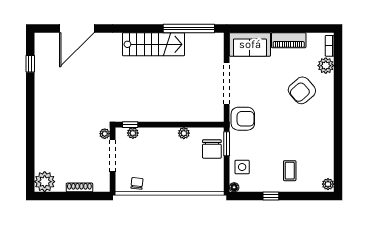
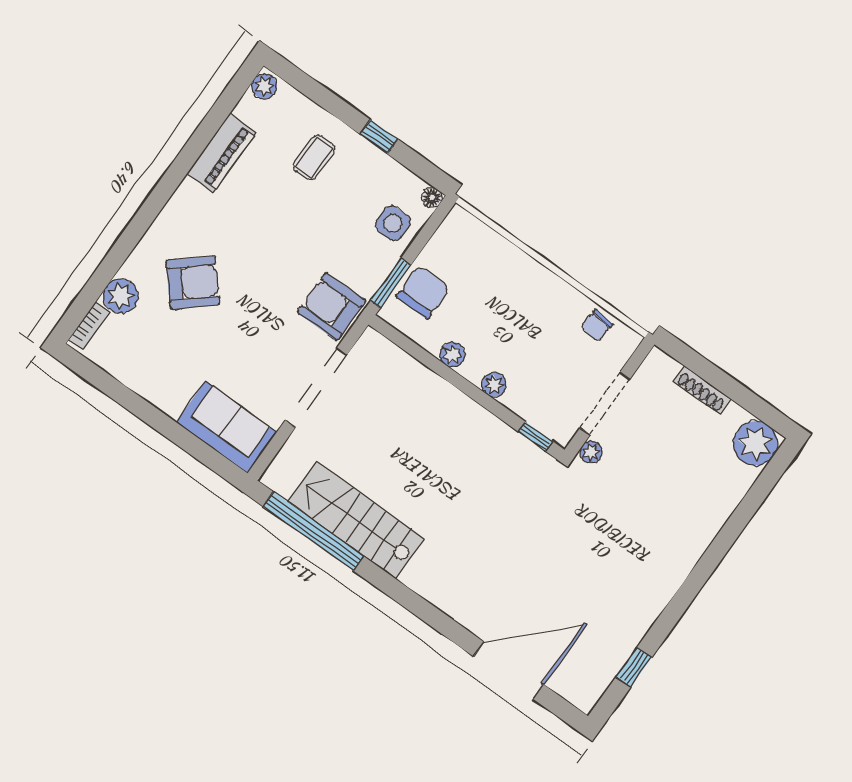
piano: (289, 40) -> (222, 153), moved, turned 90
stairs: (153, 44) -> (356, 520), moved
plant: (133, 133) -> (494, 385), moved

